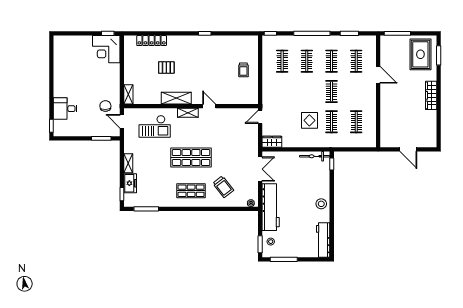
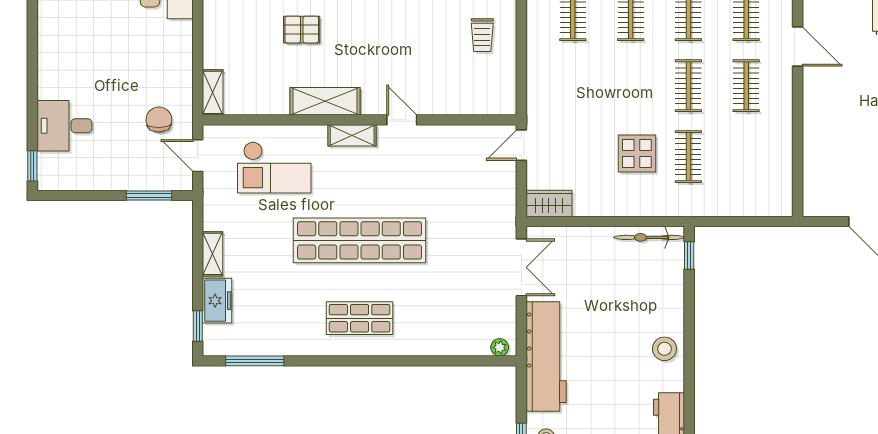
clothes rail: (356, 122) -> (746, 86), moved
shop shelf: (191, 158) -> (360, 240), width x1.40
trolley: (223, 187) -> (435, 309), removed

